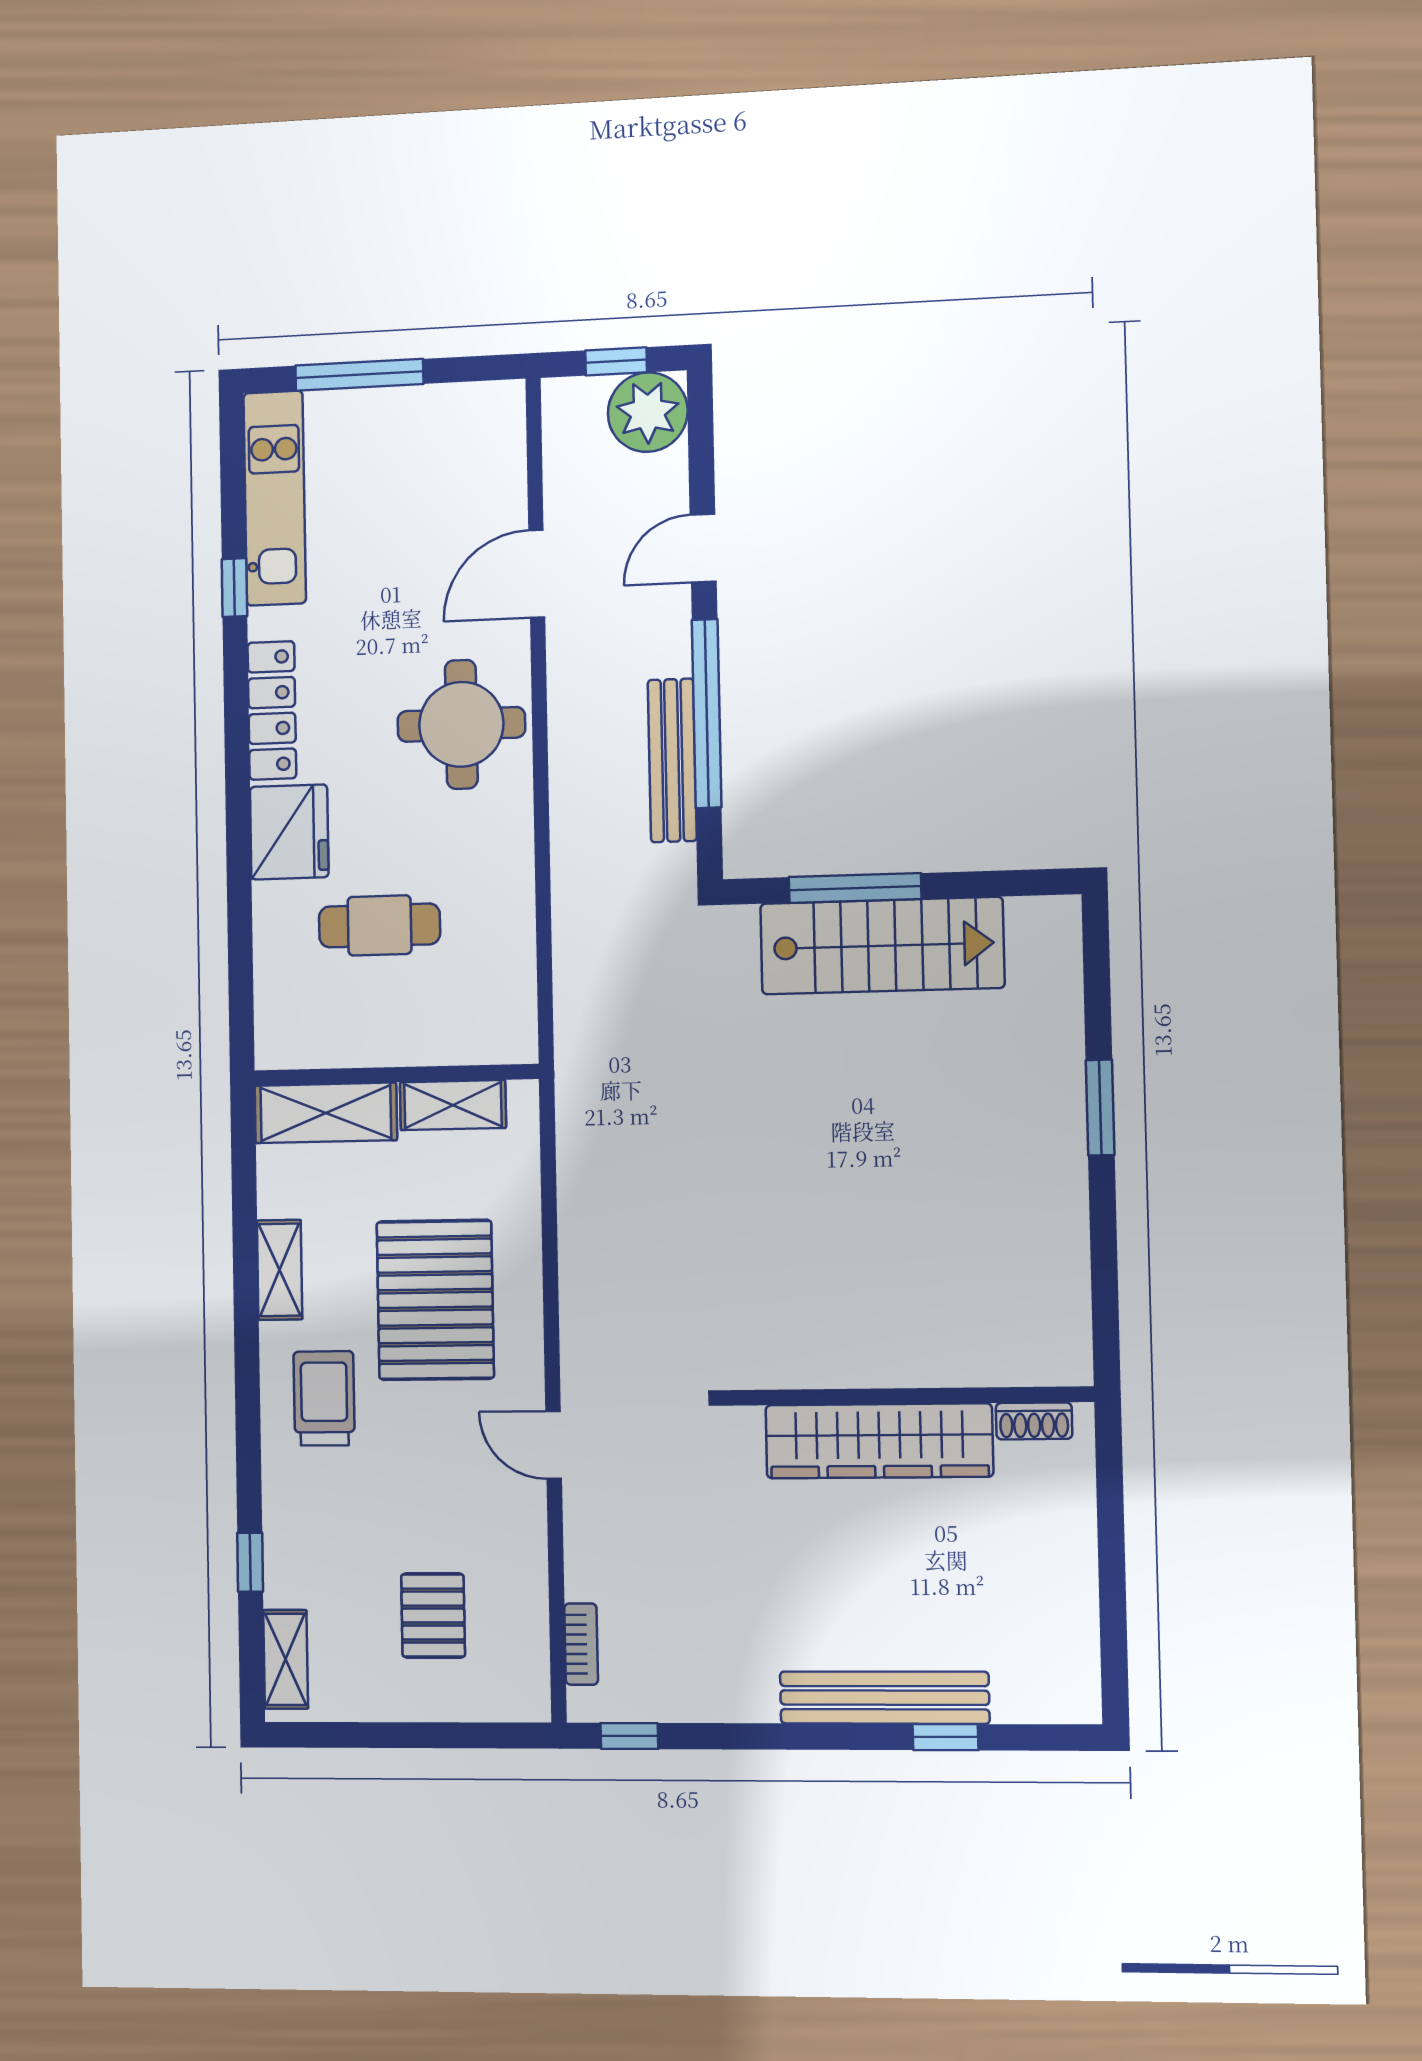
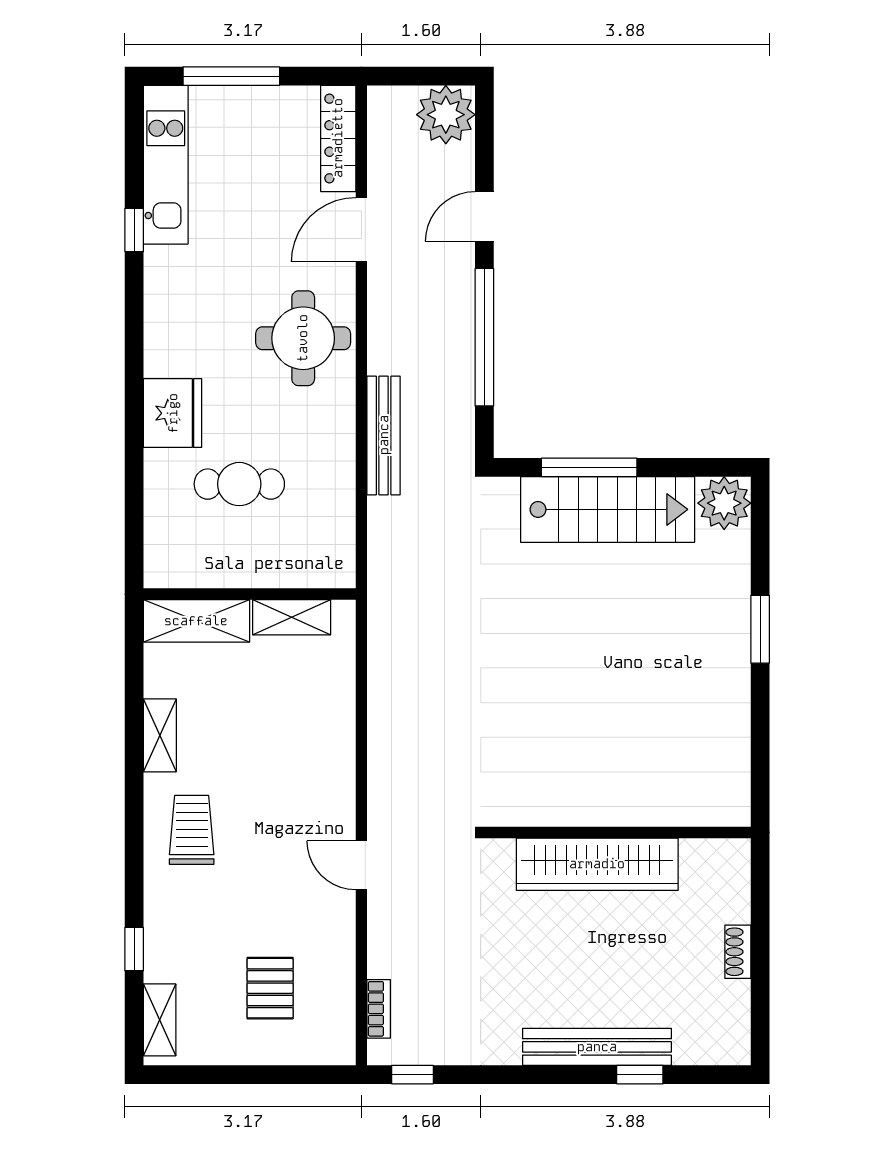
window: (616, 361) -> (423, 76), removed
locker: (272, 710) -> (338, 138), moved, turned 180
bench: (672, 760) -> (384, 435), moved
plant: (1045, 932) -> (724, 503), added
pallet: (435, 1300) -> (276, 759), removed
shoe rack: (1034, 1421) -> (738, 952), moved, turned 90

